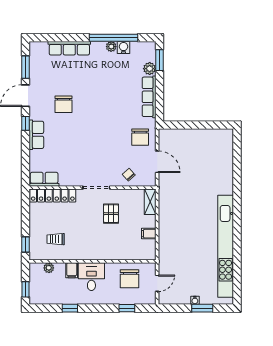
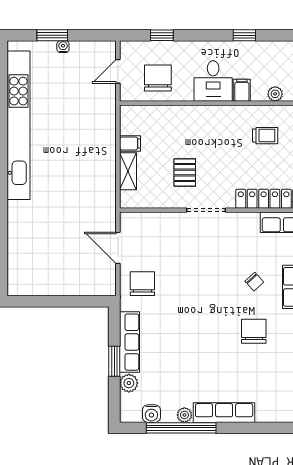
row of seats: (69, 48) -> (224, 413), moved
water cooler: (123, 48) -> (151, 414), moved
window: (160, 60) -> (114, 361), moved
chair: (129, 175) -> (254, 282), moved
shelving: (150, 202) -> (128, 171), moved

